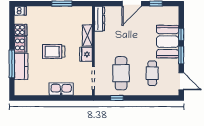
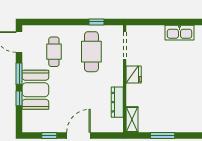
dresser: (100, 19) -> (117, 102), moved
shelving: (87, 35) -> (132, 119), moved
trolley: (54, 52) -> (172, 78), removed
kitchen sink: (61, 89) -> (180, 33), moved

